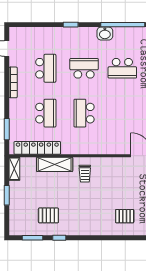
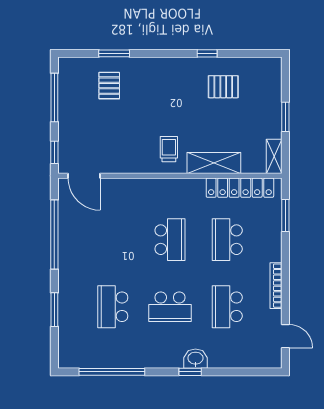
washbasin: (105, 34) -> (195, 359), moved
school desk: (122, 68) -> (113, 307), turned -90
pallet: (125, 216) -> (109, 86), turned 90
window: (32, 238) -> (114, 53), moved

